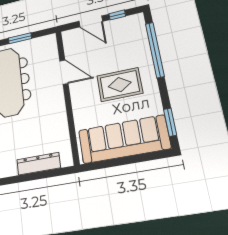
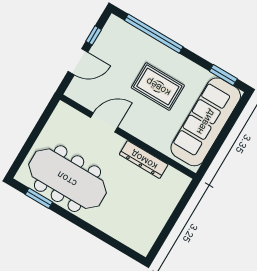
window: (20, 38) -> (34, 135), removed
rug: (120, 85) -> (158, 87), turned 90
dresser: (39, 164) -> (144, 160), moved, turned -90

